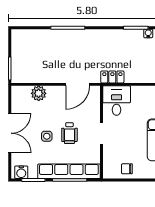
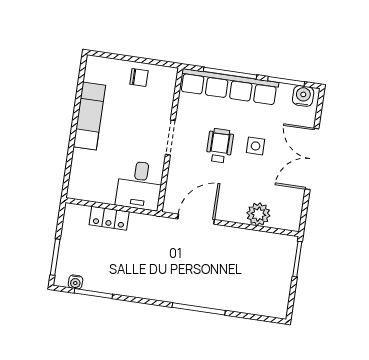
locker: (112, 77) -> (109, 218), moved

